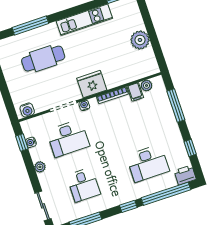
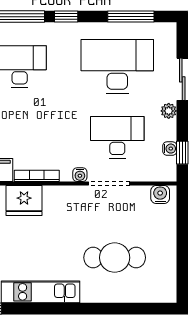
window: (30, 26) -> (117, 309), removed
fridge: (92, 84) -> (24, 200), moved
desk: (83, 185) -> (117, 67), width x1.87, depth x1.30
sliding door: (43, 206) -> (182, 79), moved

